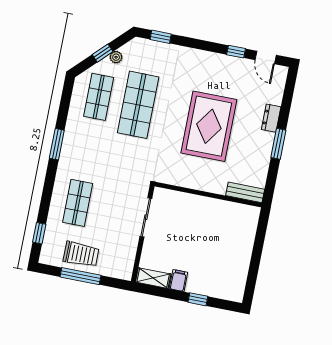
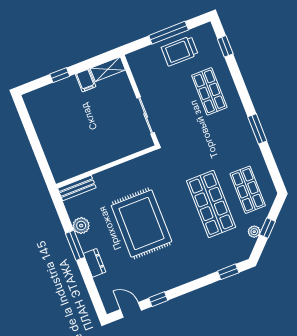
plant: (262, 158) -> (81, 226), added

